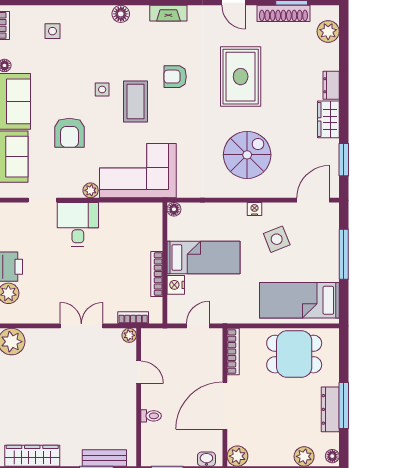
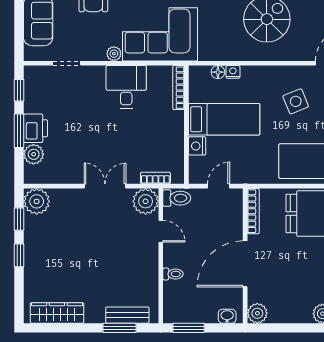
floor lamp: (174, 209) -> (218, 72), moved
nightstand: (254, 209) -> (233, 72), moved
desk: (78, 224) -> (126, 87), moved
bookcase: (157, 274) -> (179, 88), moved
plant: (129, 335) -> (146, 201), width x1.88, depth x1.88
toilet: (155, 338) -> (177, 198), added

